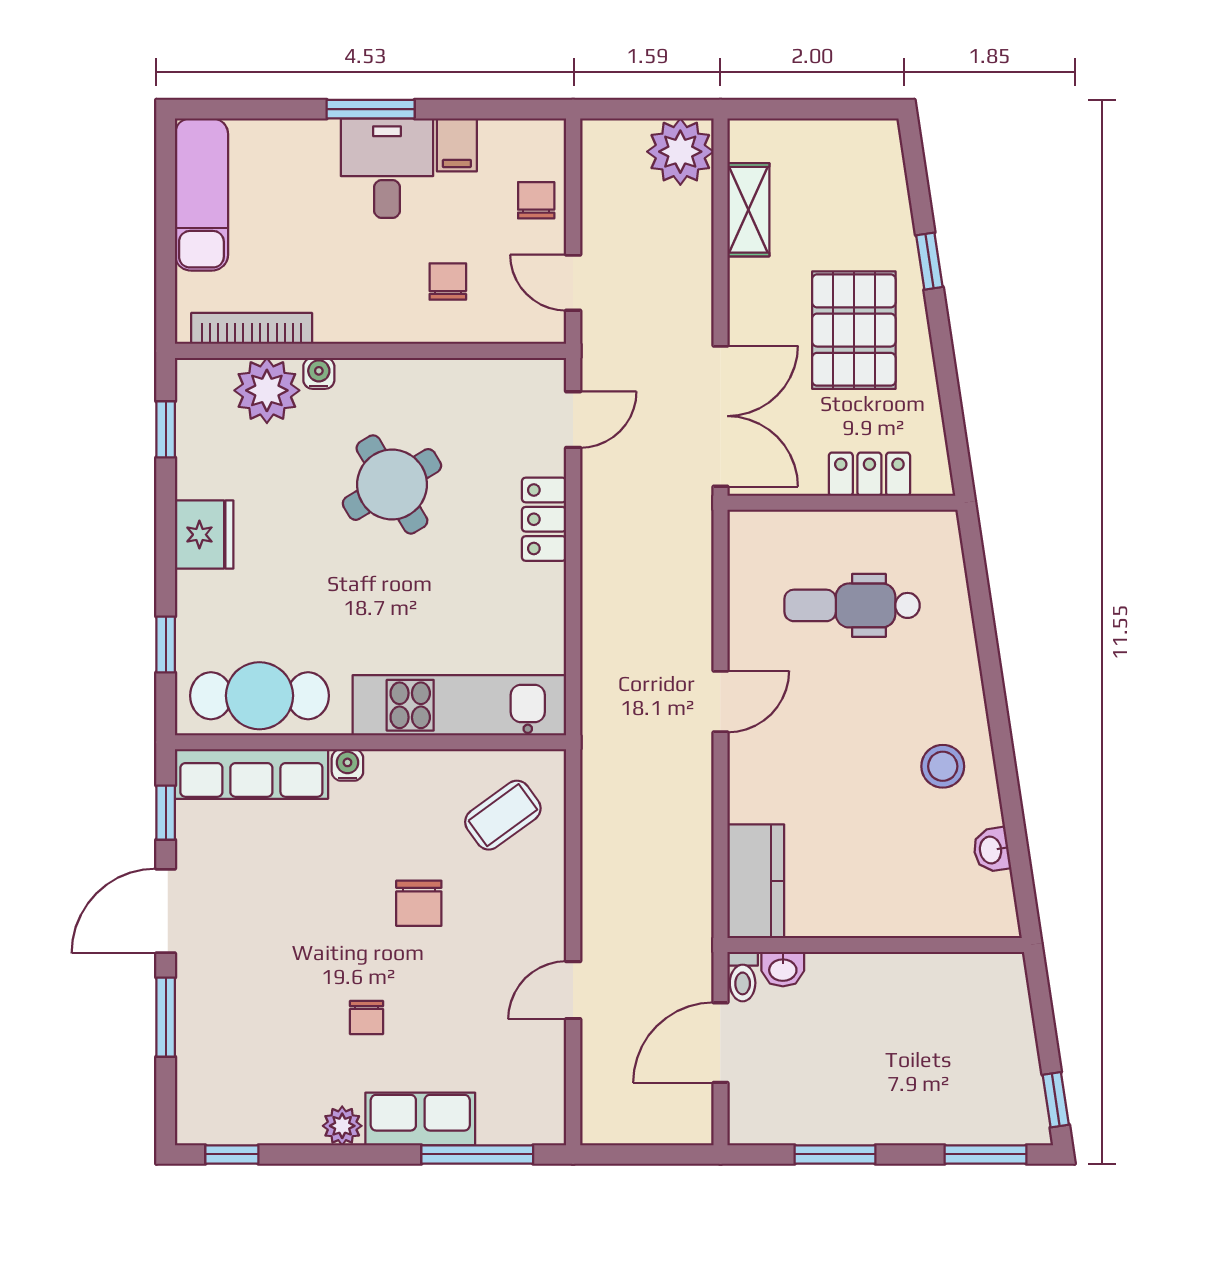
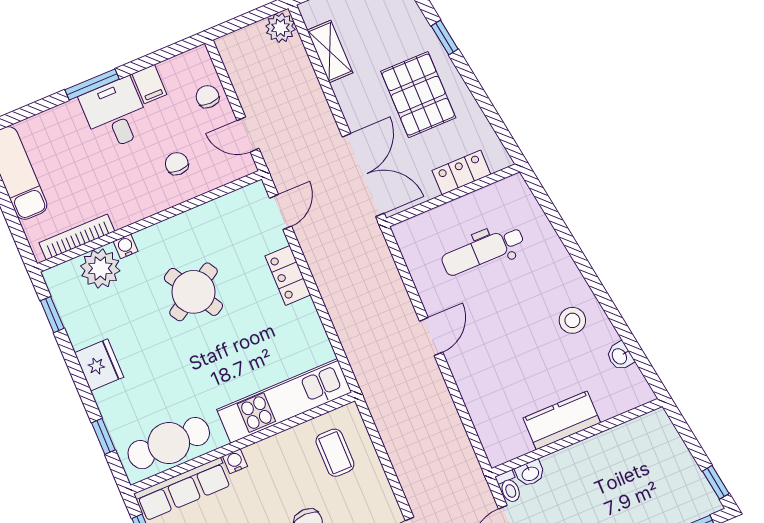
plant: (680, 152) -> (280, 28), width x0.73, depth x0.73
coffee table: (503, 815) -> (335, 453), turned -54
kitchen counter: (756, 881) -> (562, 420), moved, turned -90

